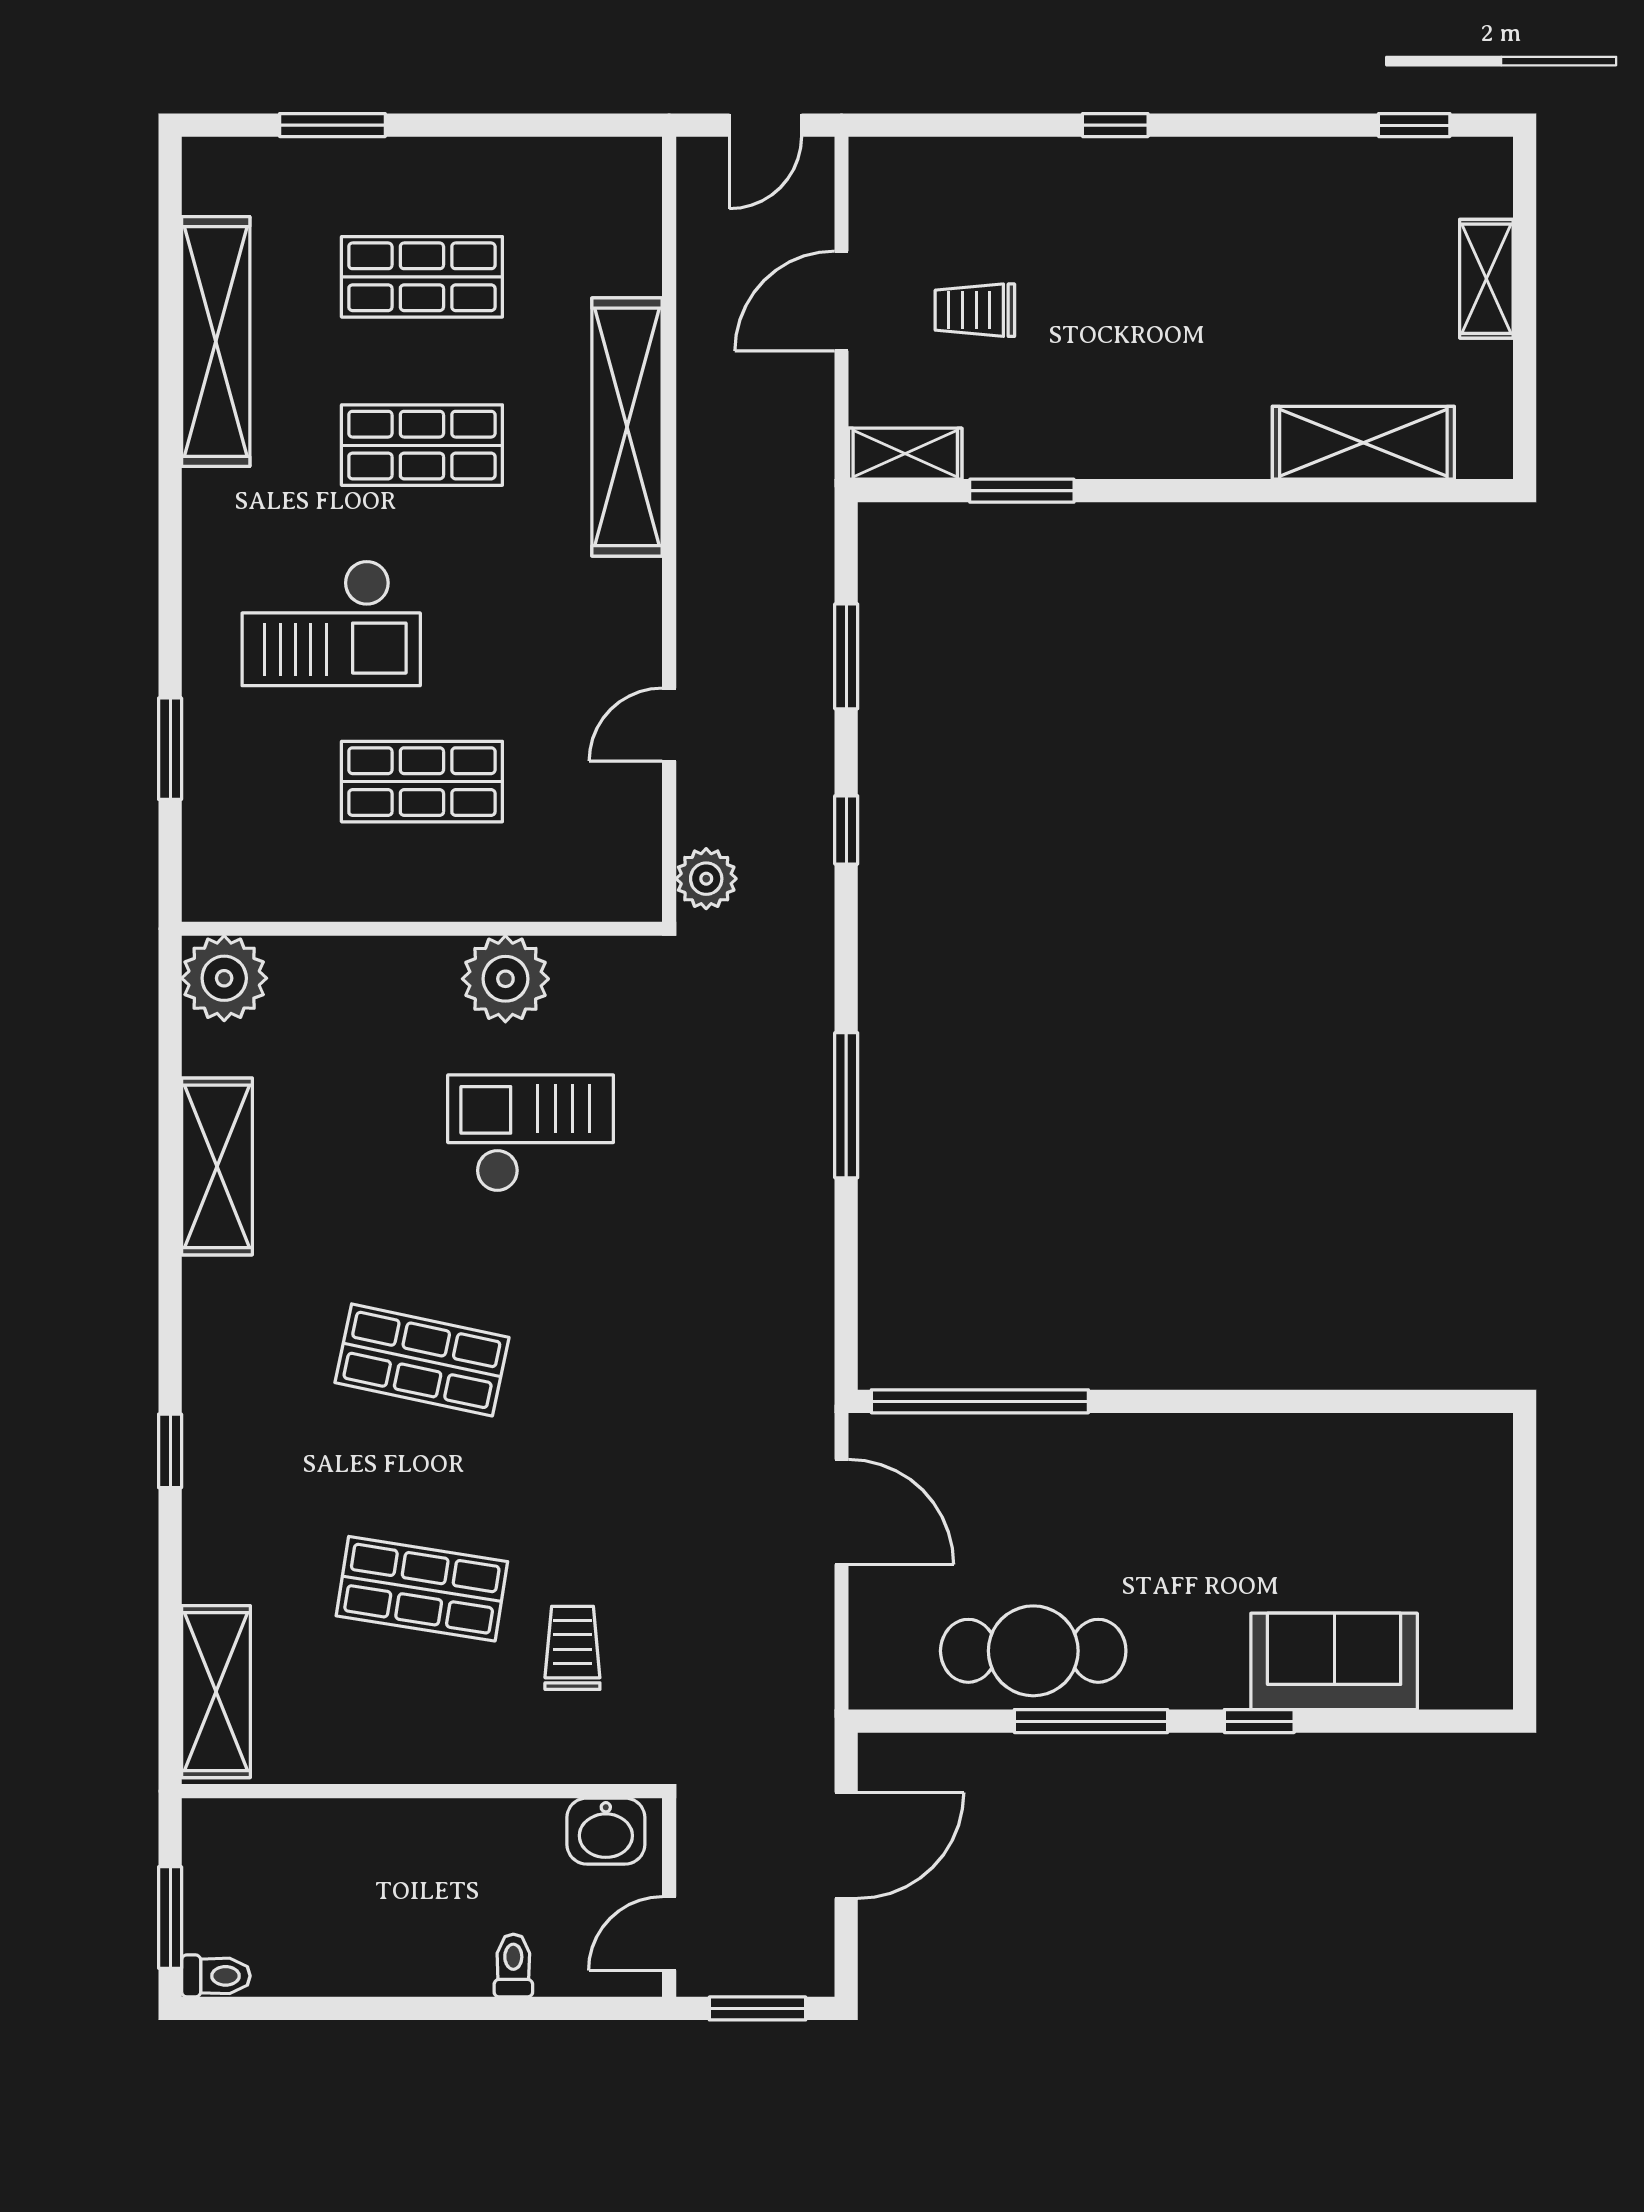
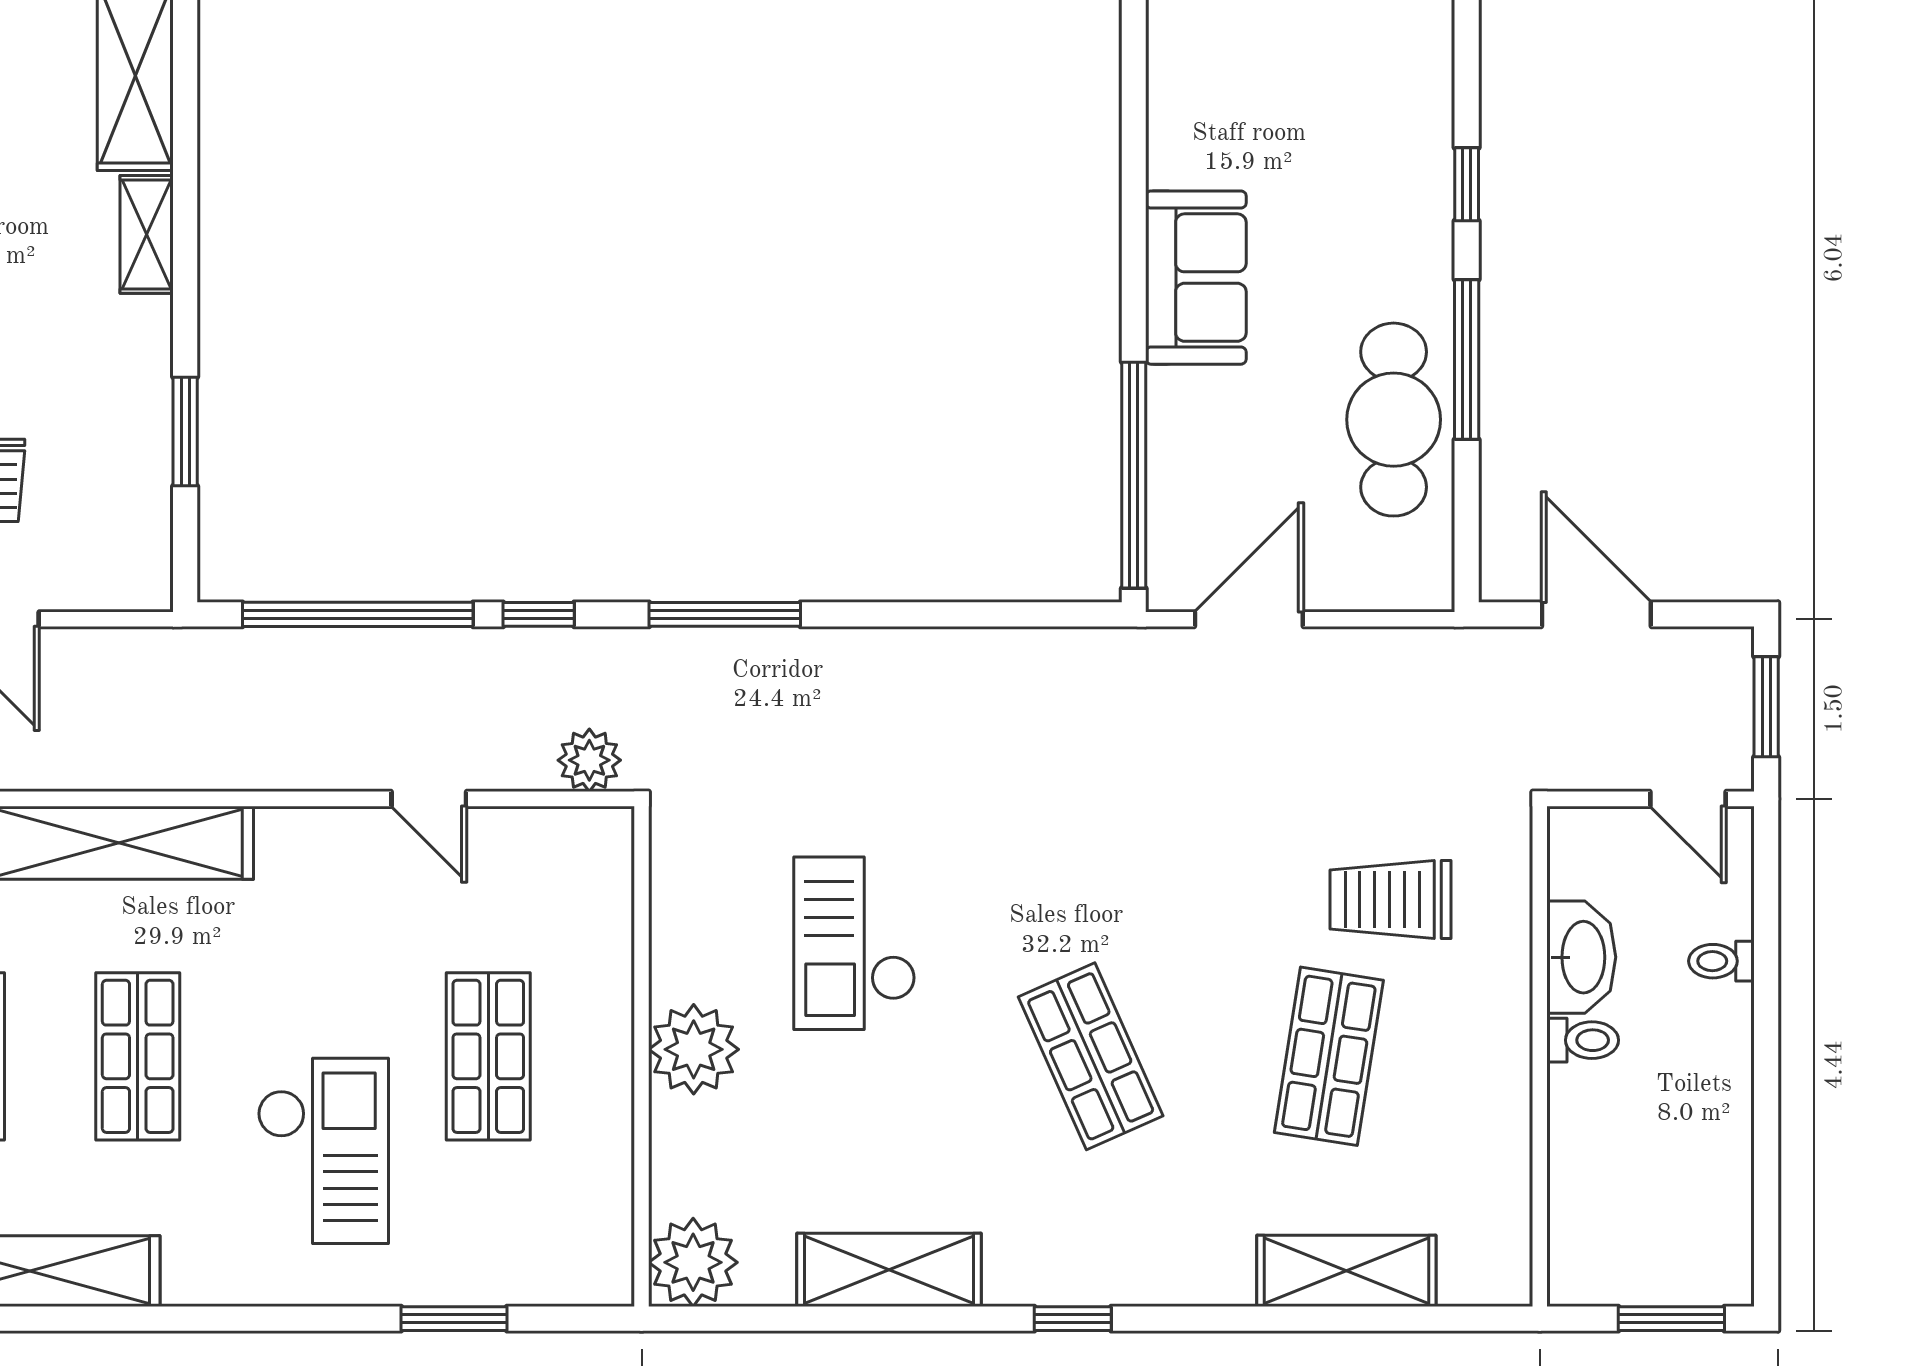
shelving: (905, 454) -> (147, 234), moved
window: (846, 656) -> (358, 614), width x2.11
plant: (505, 979) -> (694, 1049), moved
window: (846, 1105) -> (725, 614), moved
shop shelf: (422, 1360) -> (1091, 1056), turned -36
window: (170, 1451) -> (1073, 1319), moved
trolley: (572, 1648) -> (1391, 899), width x1.36, depth x1.39
sofa: (1334, 1661) -> (1196, 278), moved, turned 180
shelving: (216, 1692) -> (1346, 1271), moved
washbasin: (606, 1831) -> (1581, 957), moved, width x1.38
toilet: (216, 1976) -> (1583, 1040), moved, turned 90

